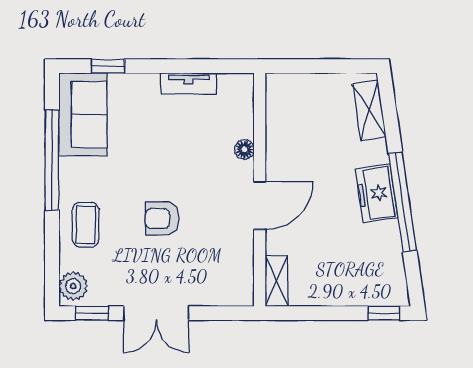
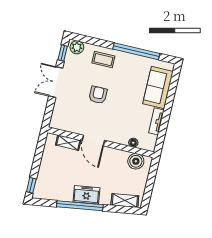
window: (108, 66) -> (173, 87), removed
boiler: (282, 107) -> (136, 161), added
sofa: (83, 114) -> (158, 88), moved, turned 90
floor lamp: (244, 149) -> (133, 143), moved
shelving: (276, 281) -> (68, 143), moved

